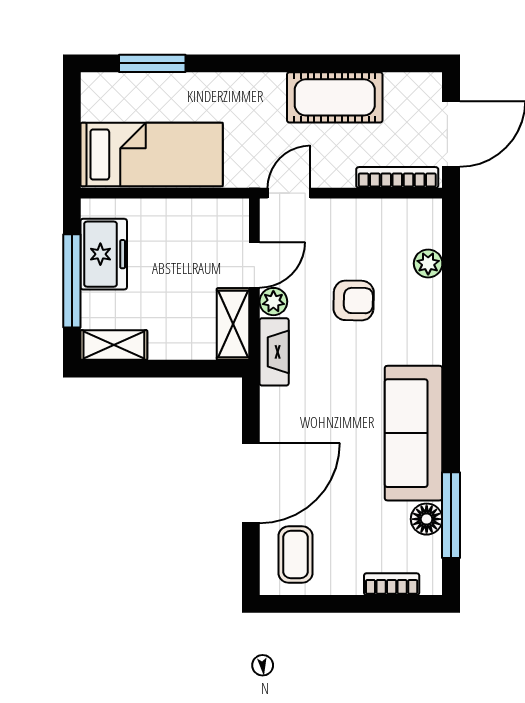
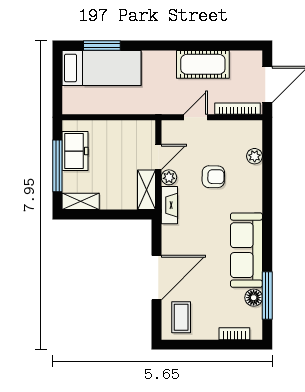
bed: (152, 154) -> (102, 68), moved
door: (289, 193) -> (196, 117), moved

